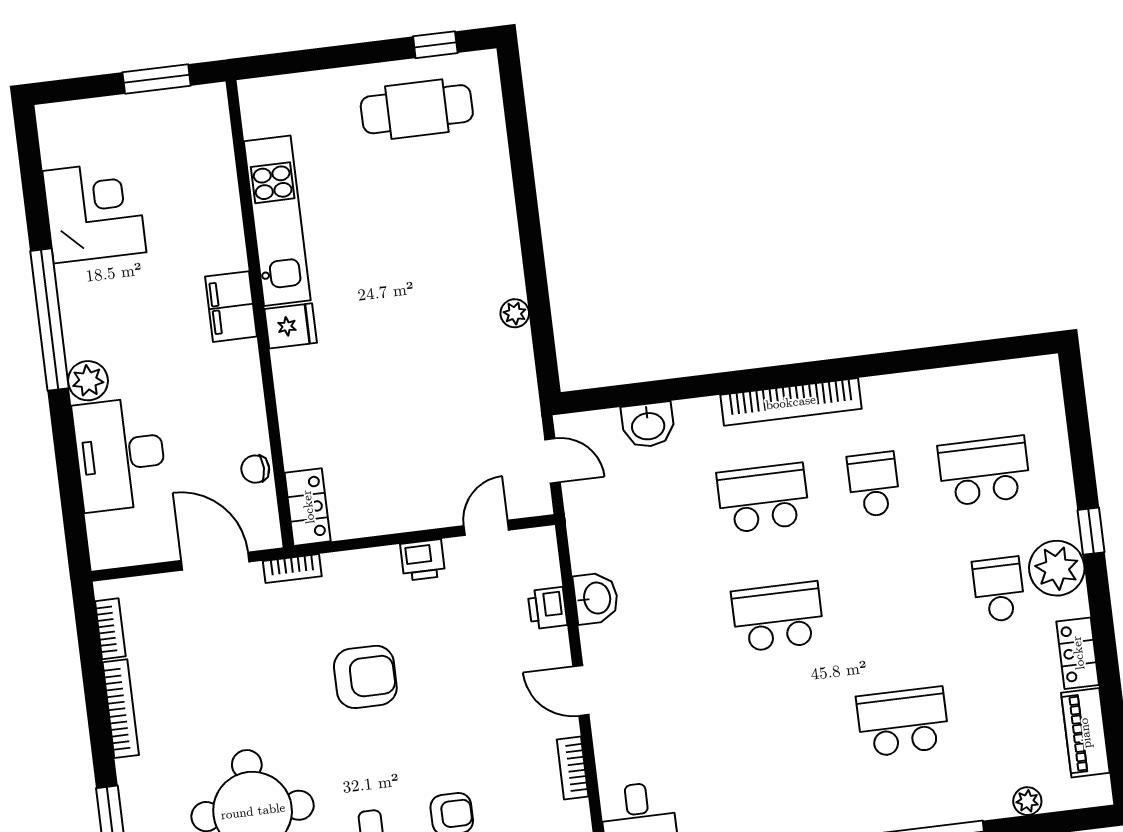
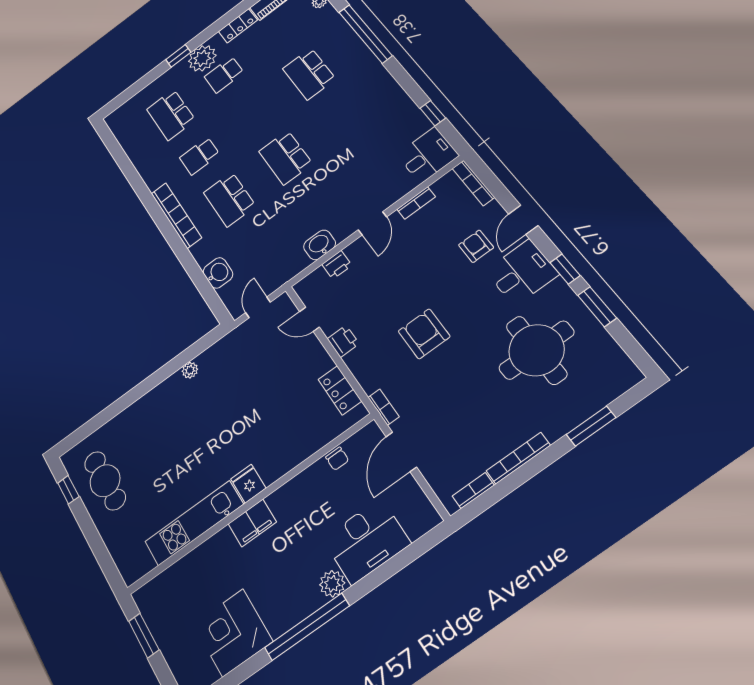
locker: (308, 507) -> (340, 390), moved, turned -90

